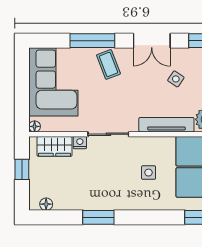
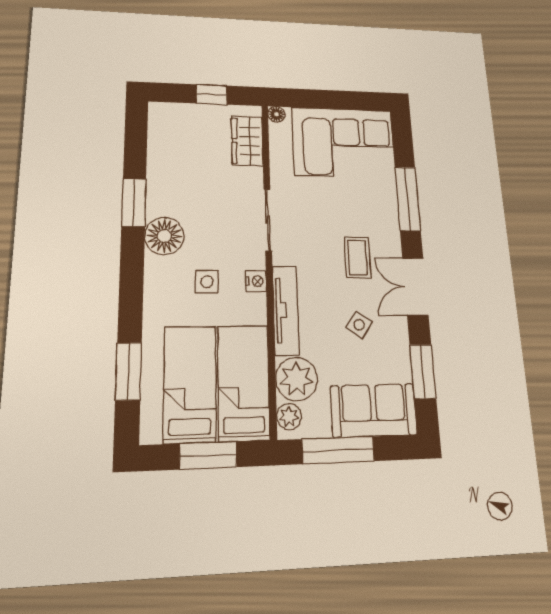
coffee table: (108, 64) -> (358, 257), moved, turned -69
nightstand: (80, 143) -> (256, 281), moved
floor lamp: (46, 204) -> (164, 236), moved, width x1.89, depth x1.89

